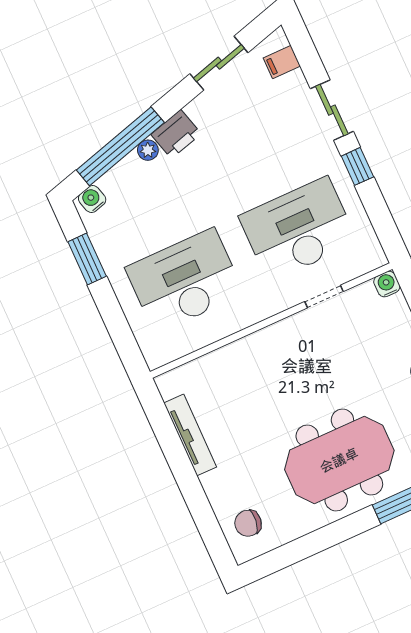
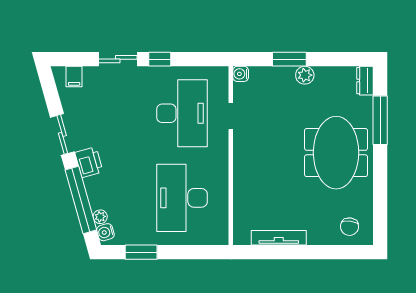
sliding door: (219, 63) -> (62, 134), moved
plant: (148, 150) -> (100, 217), moved
desk: (298, 229) -> (182, 113), turned 180

